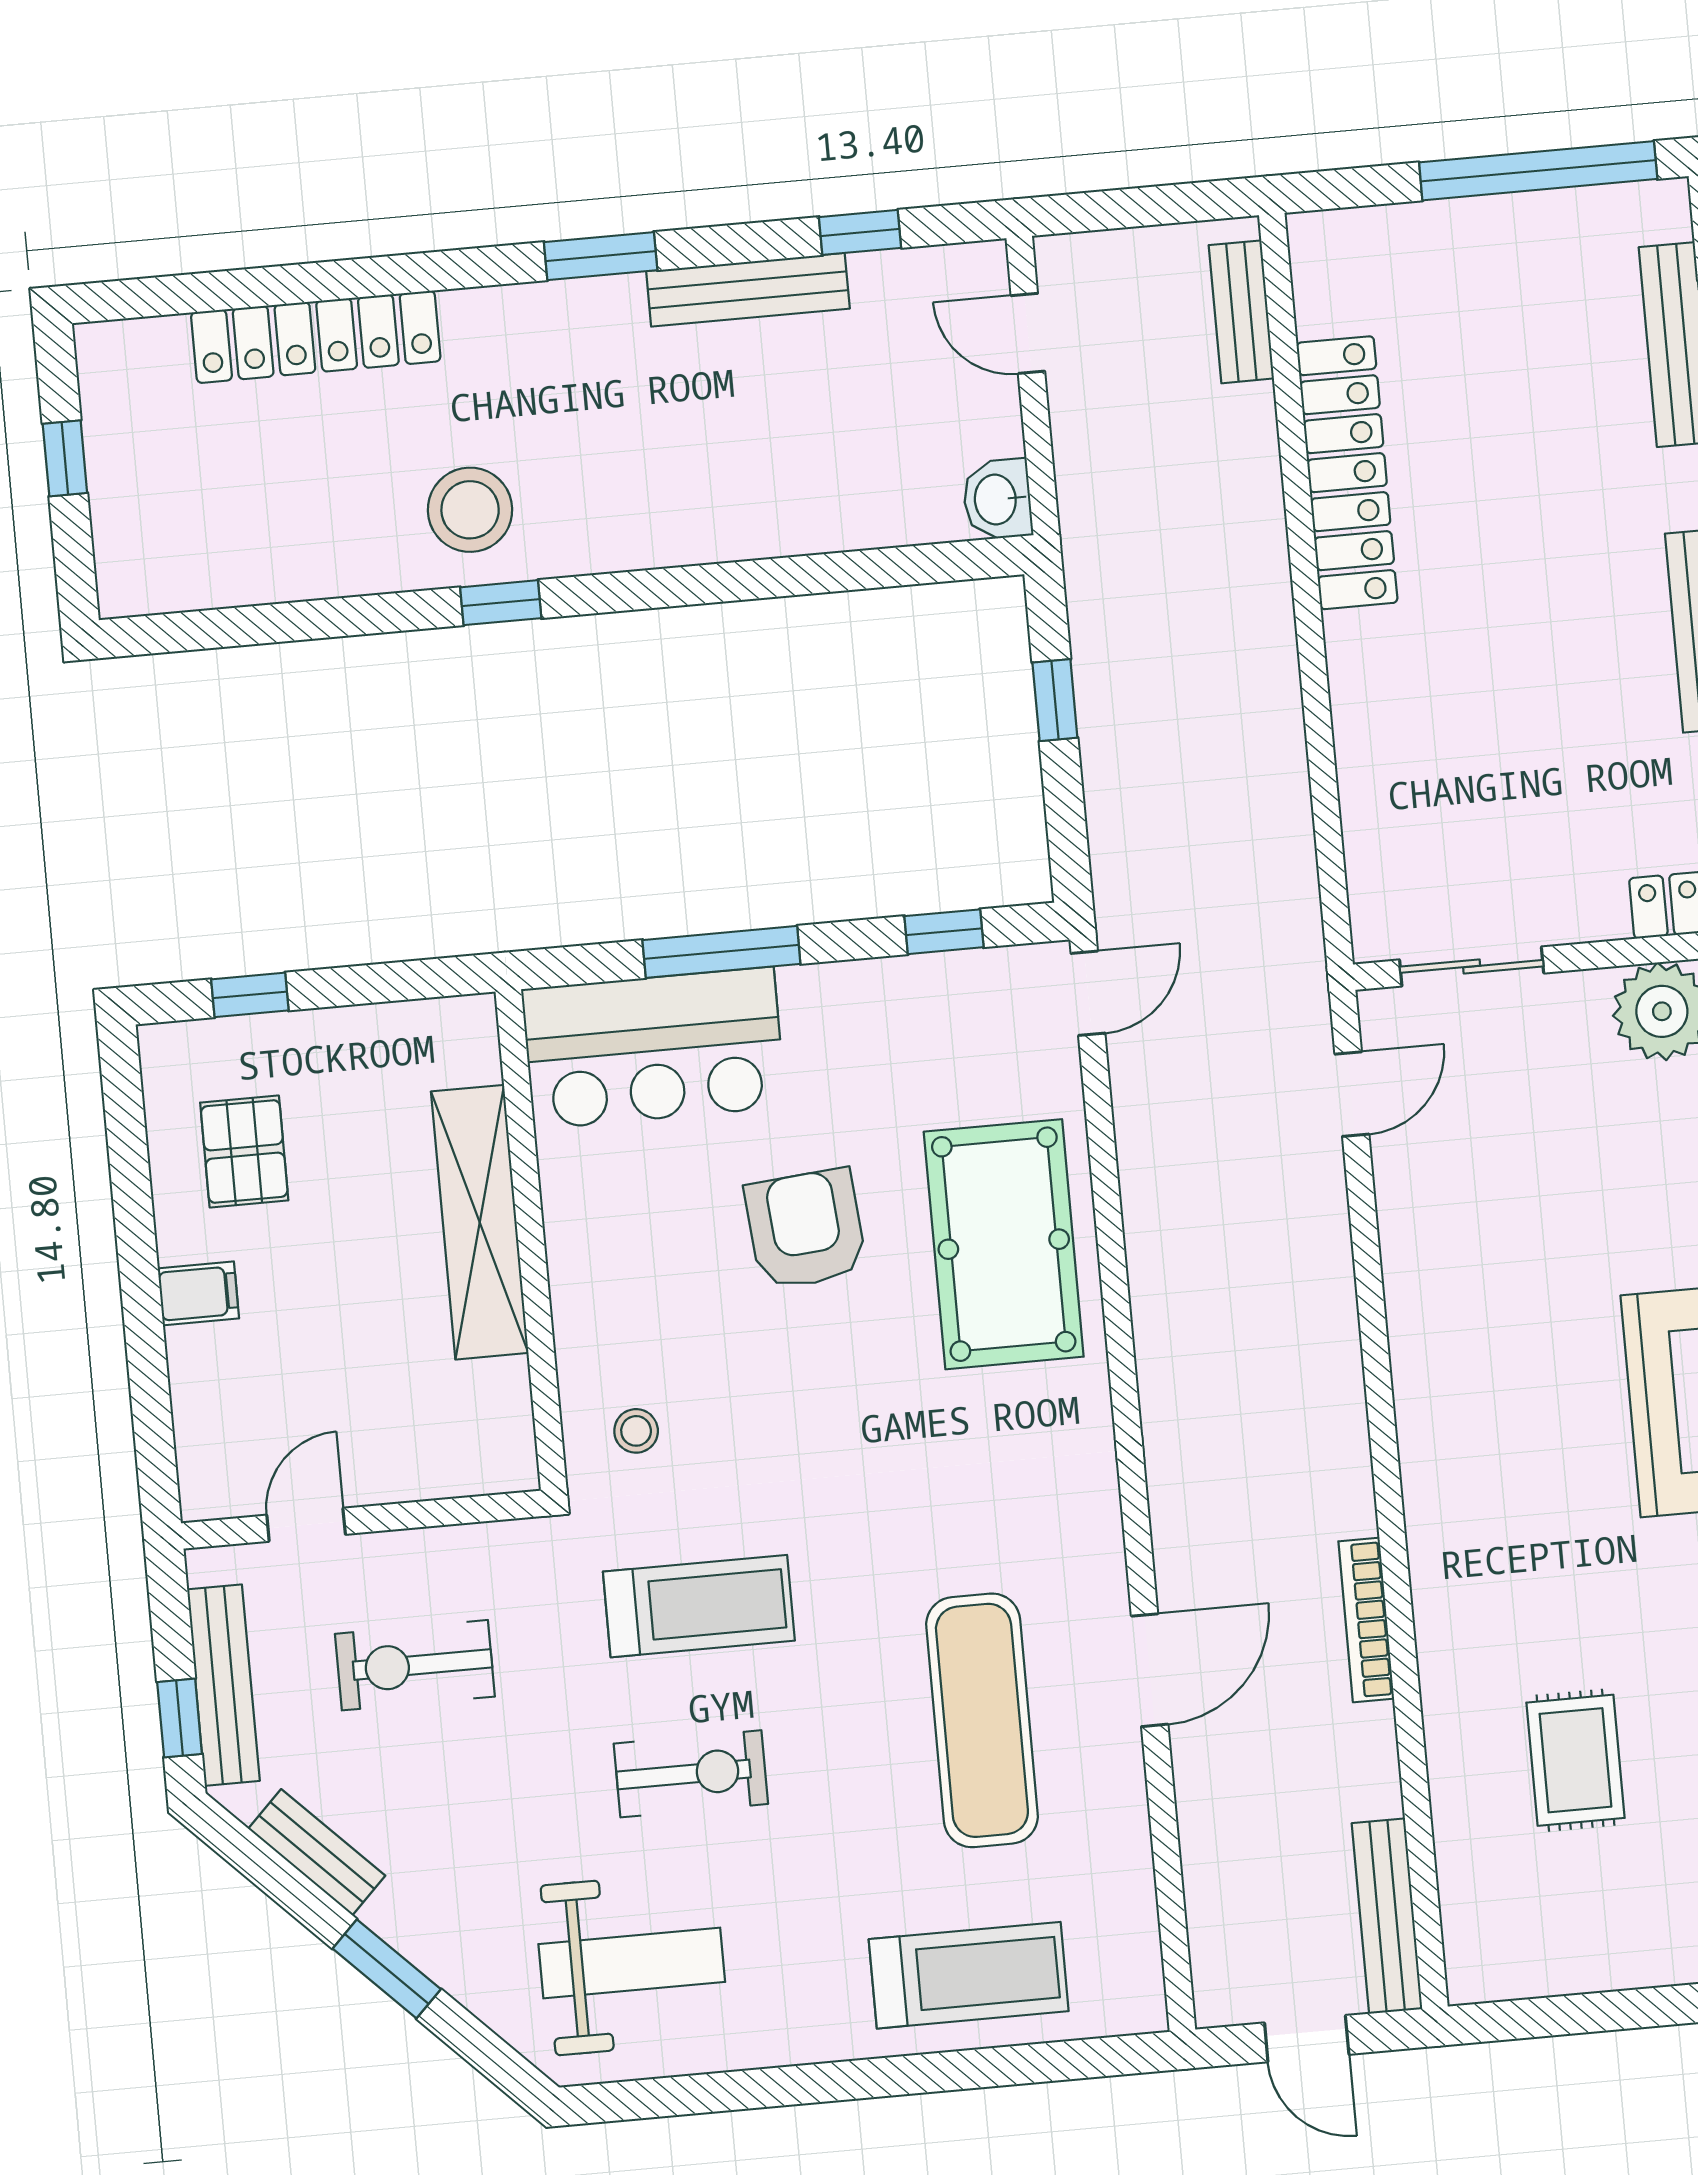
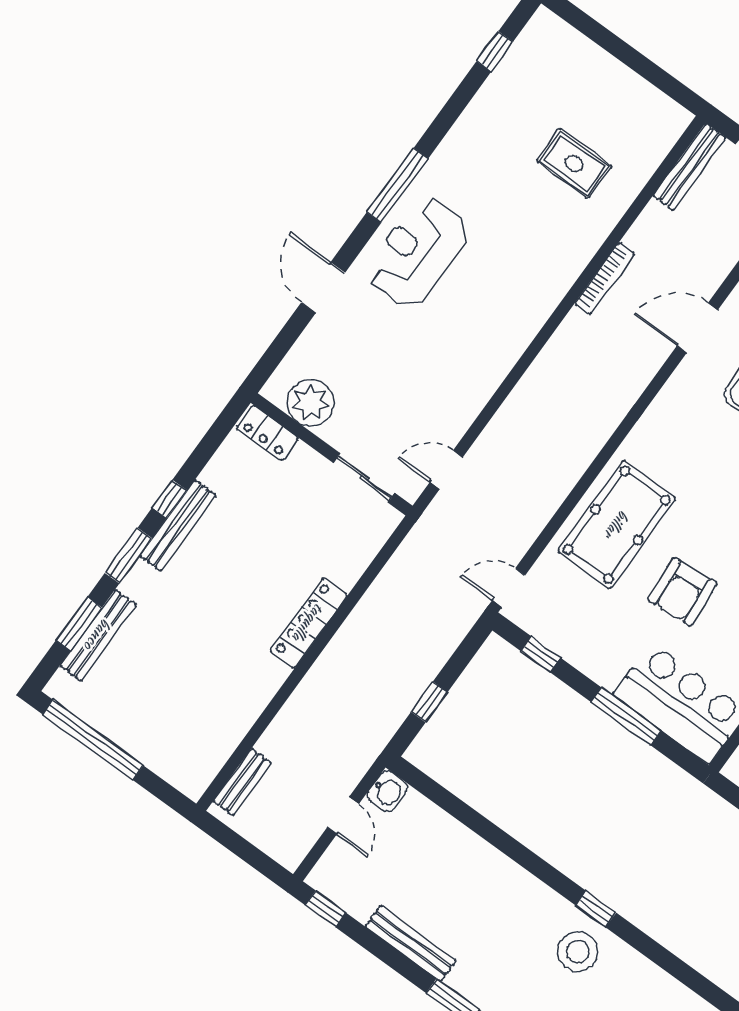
window: (860, 232) -> (326, 909), moved
door: (1028, 333) -> (343, 816), moved
locker: (1347, 473) -> (309, 623), moved, width x0.71, depth x0.83
rug: (1575, 1760) -> (574, 164), turned 90

